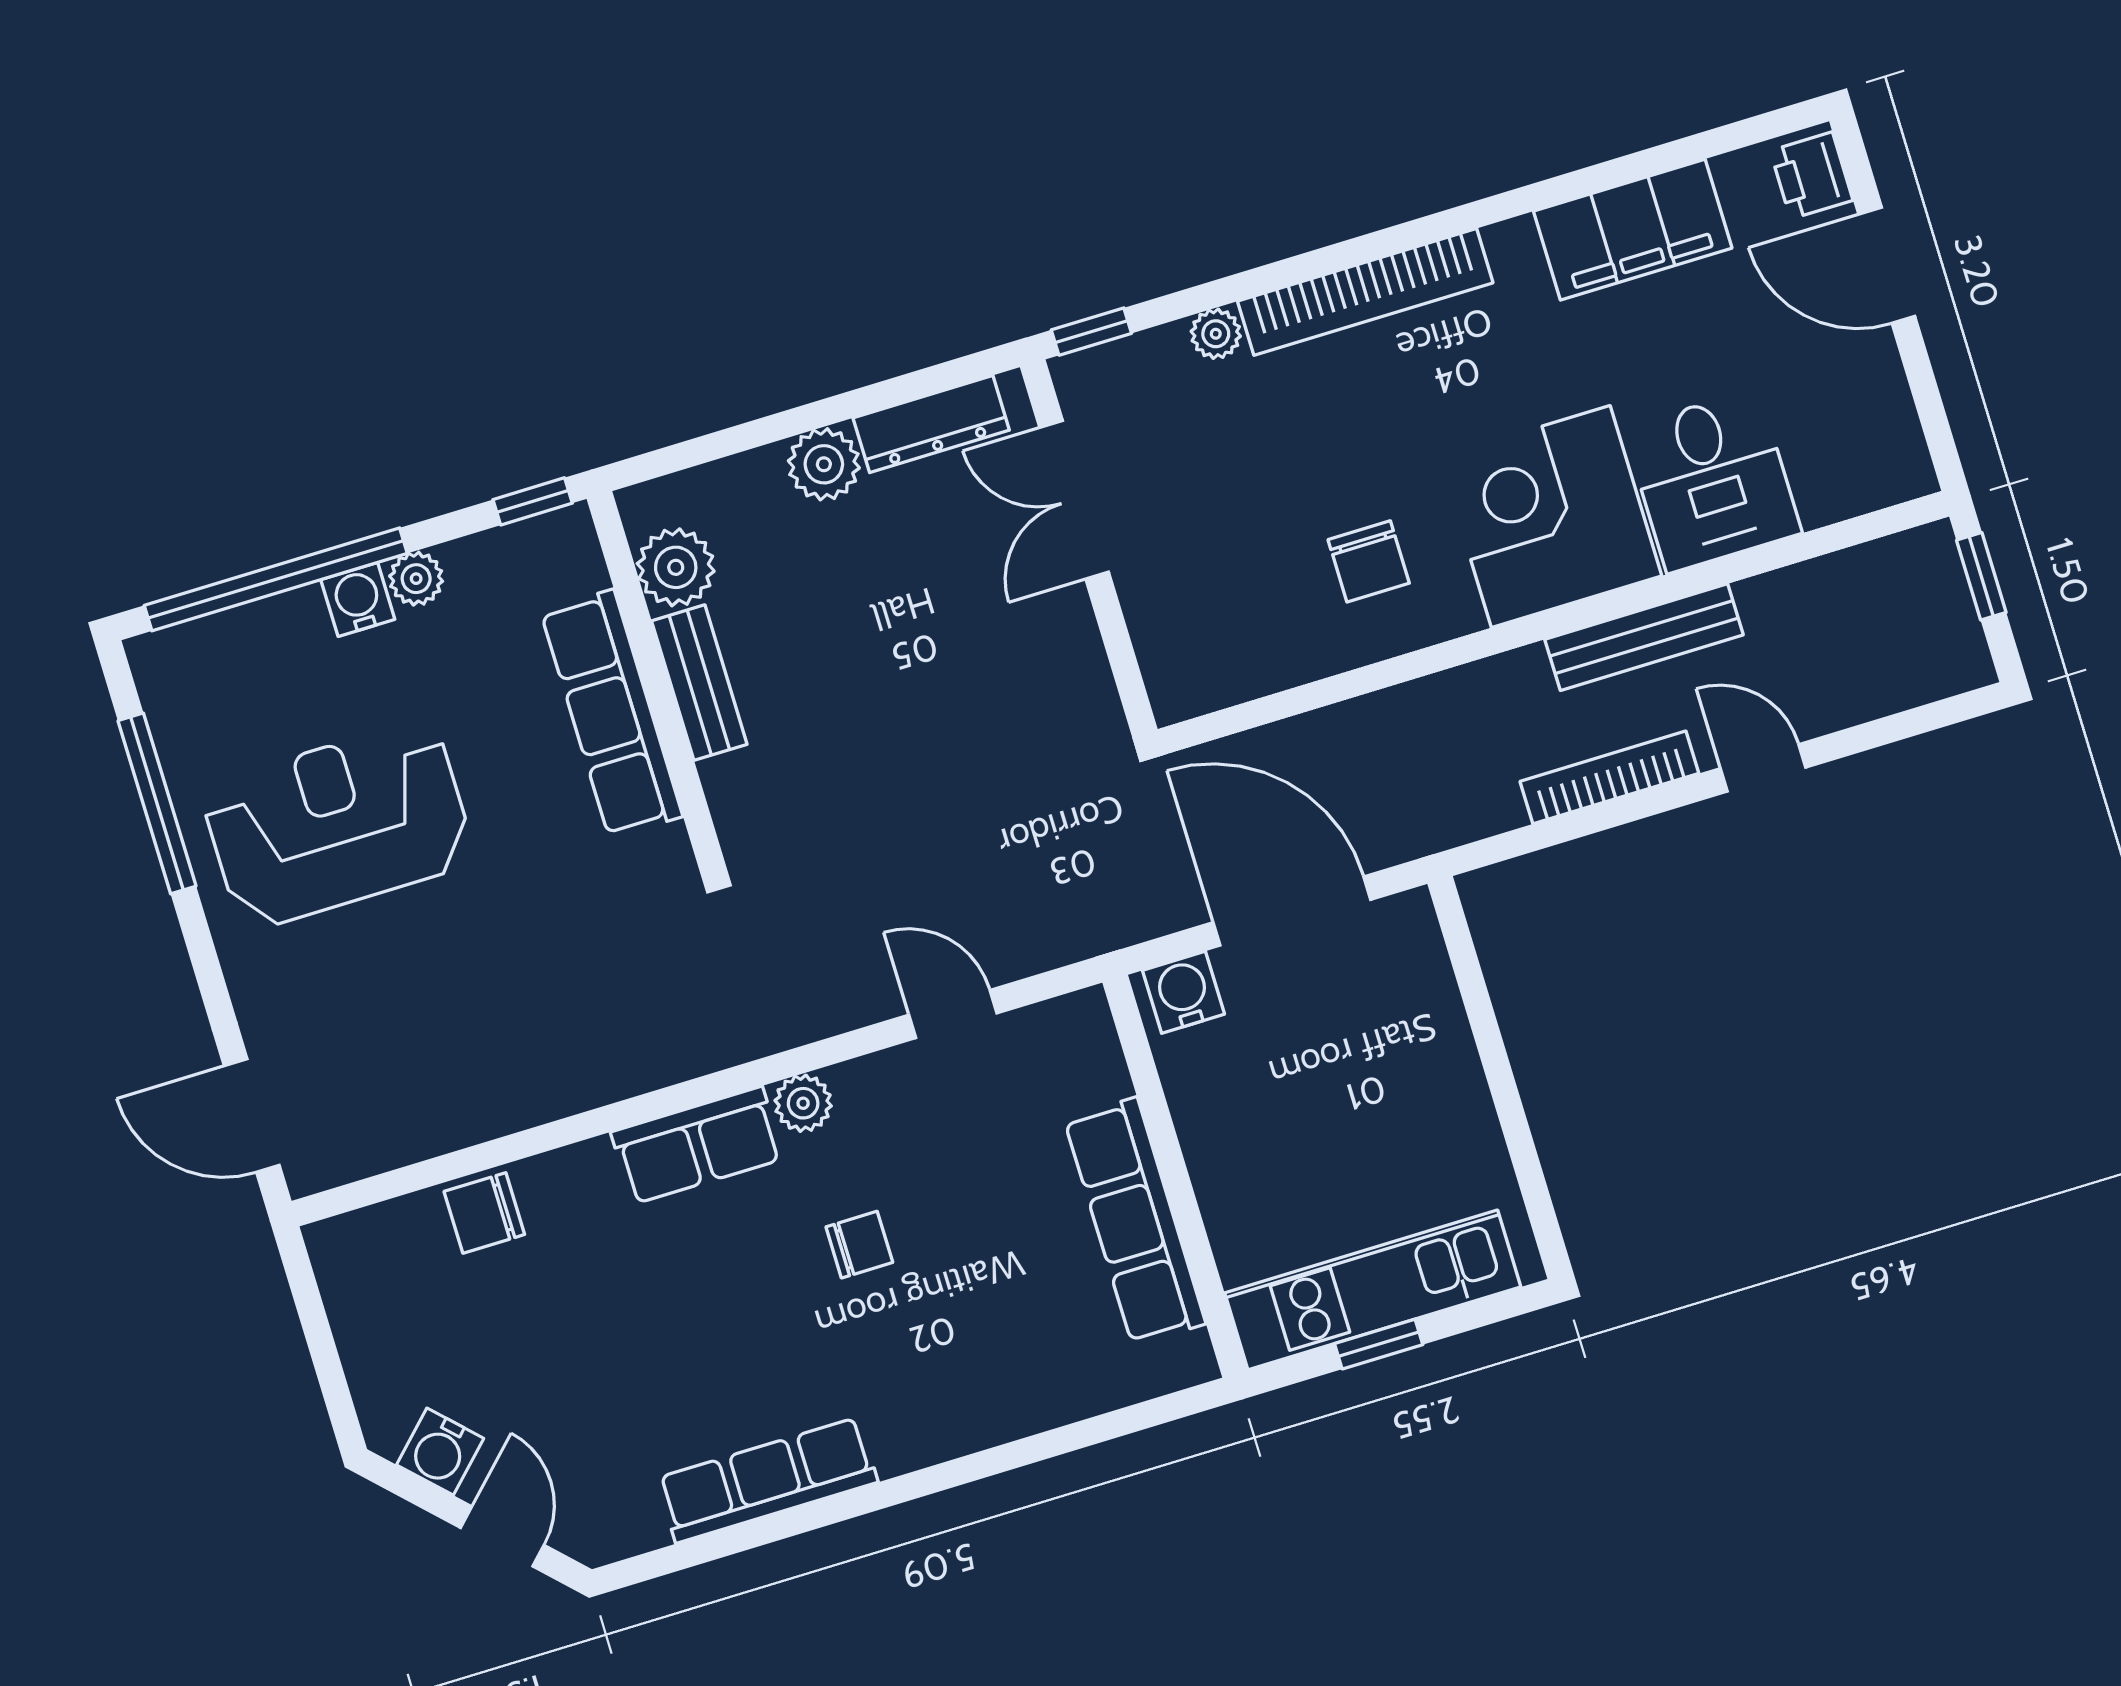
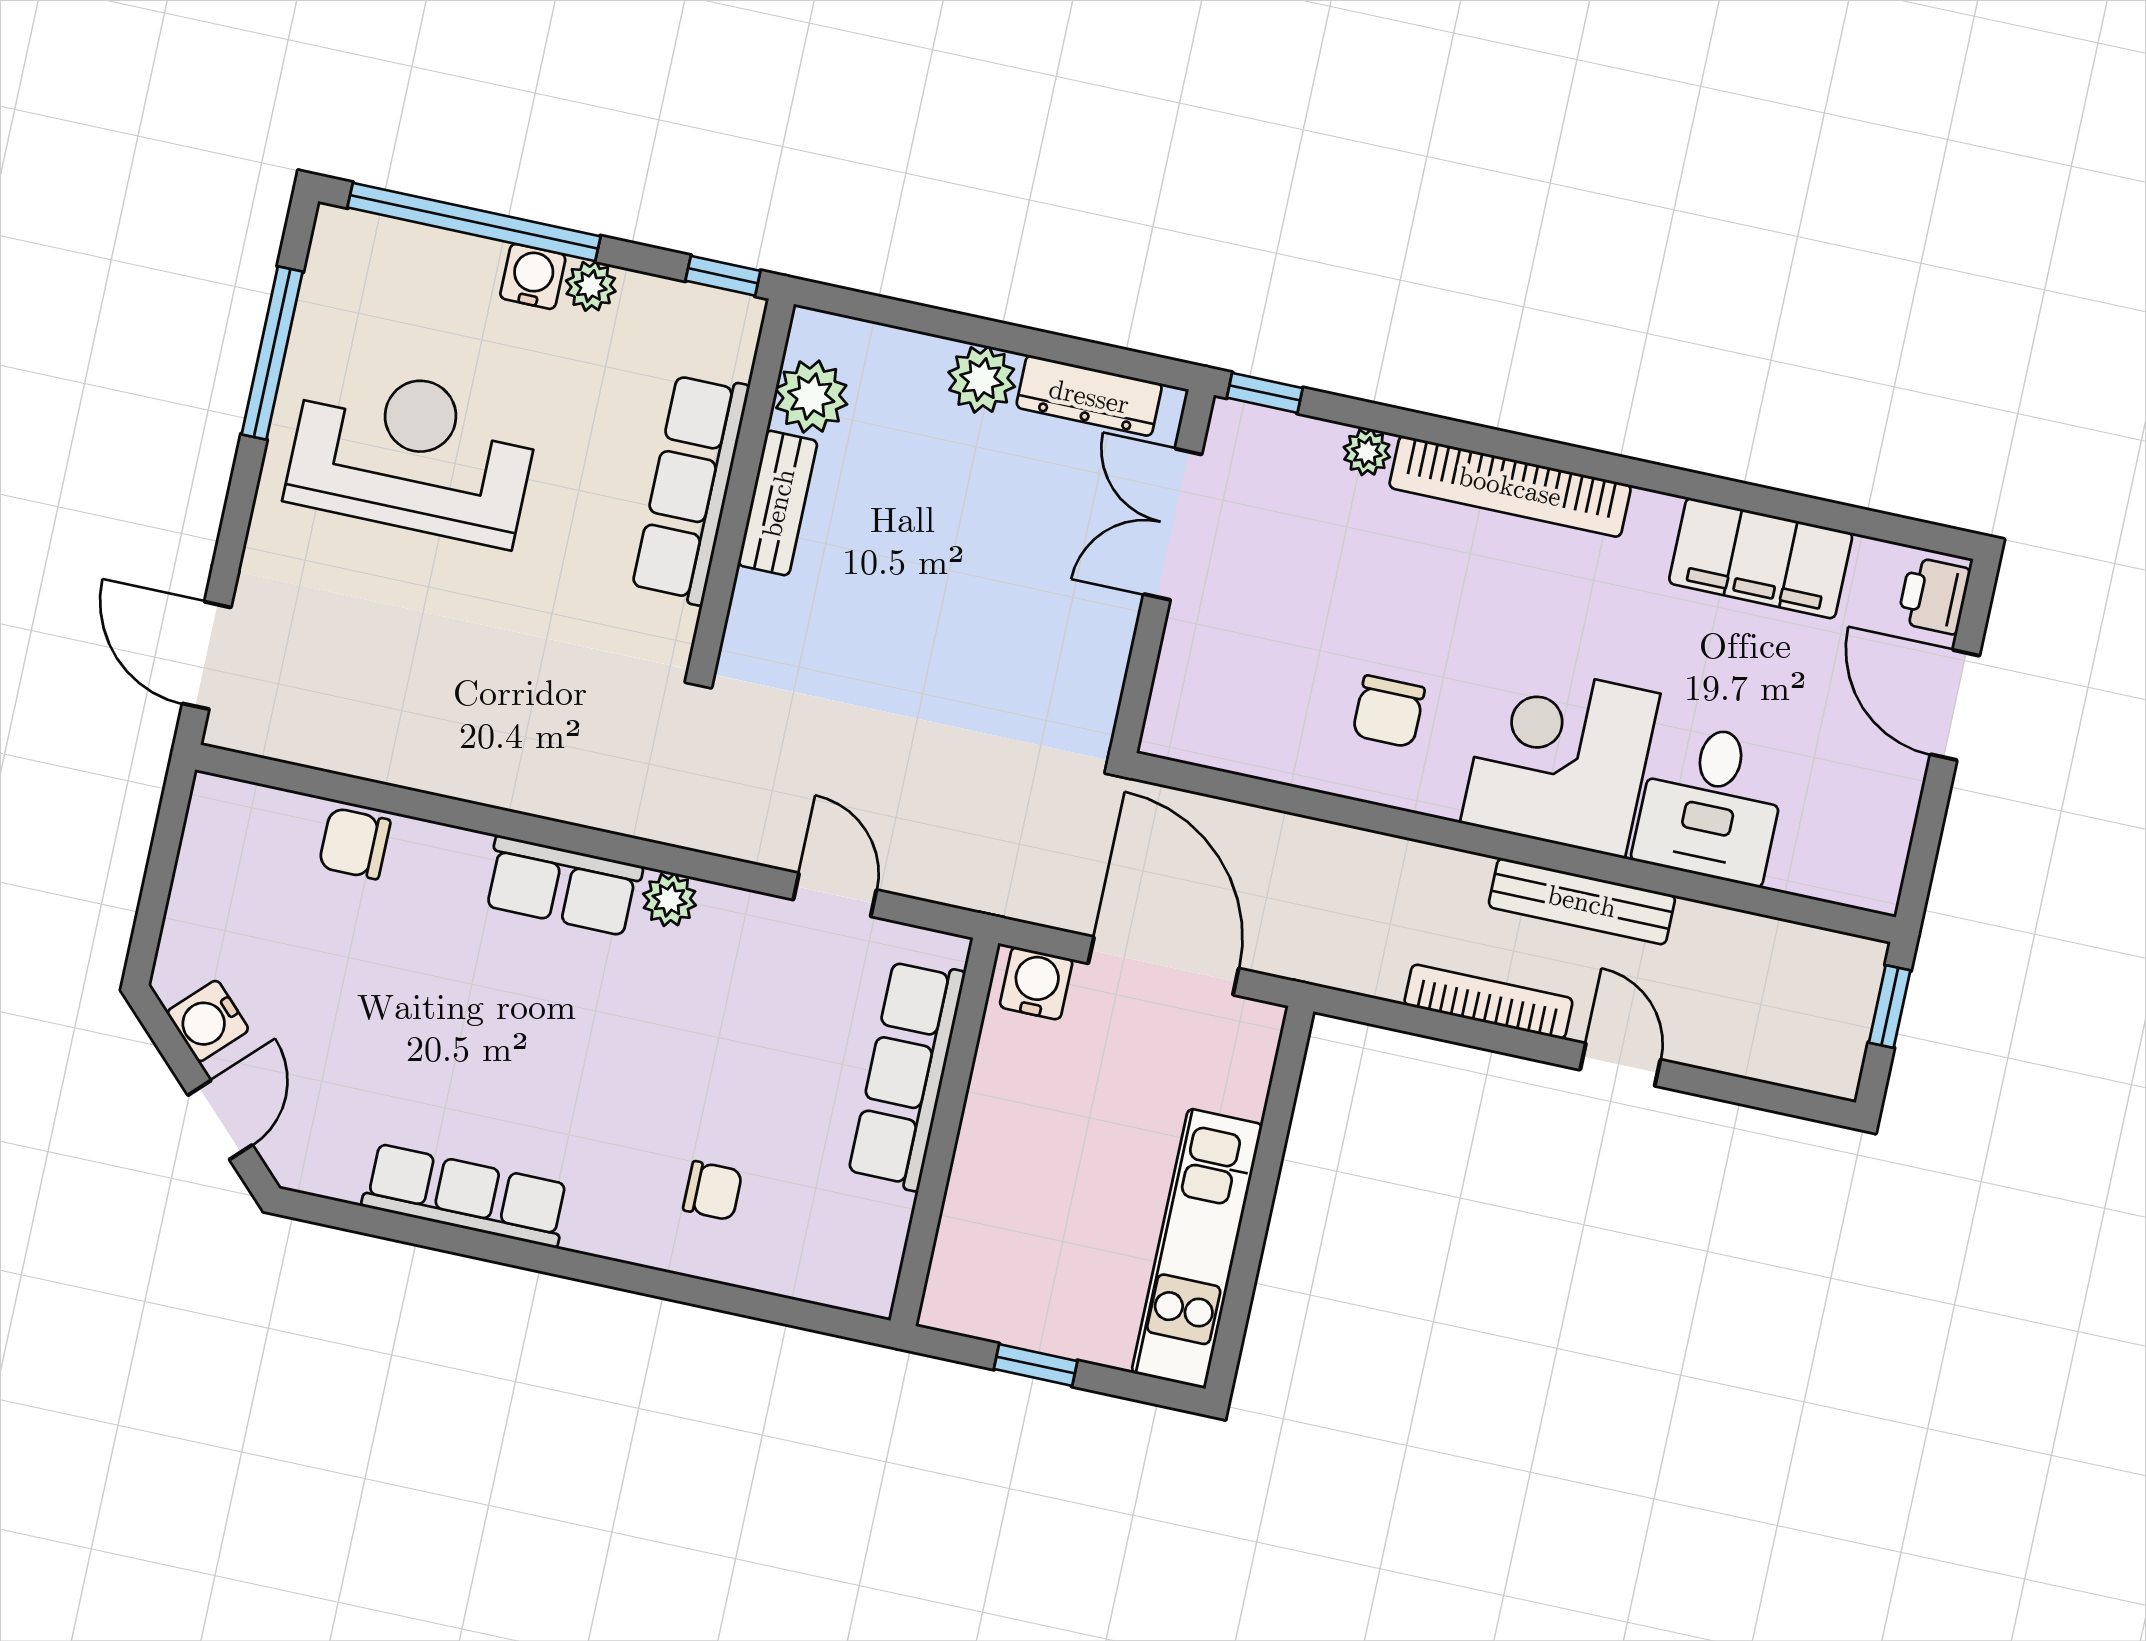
row of seats: (1135, 1221) -> (907, 1074), moved
chair: (859, 1245) -> (713, 1191), moved
kitchen unit: (1373, 1290) -> (1197, 1248), moved, turned -90

